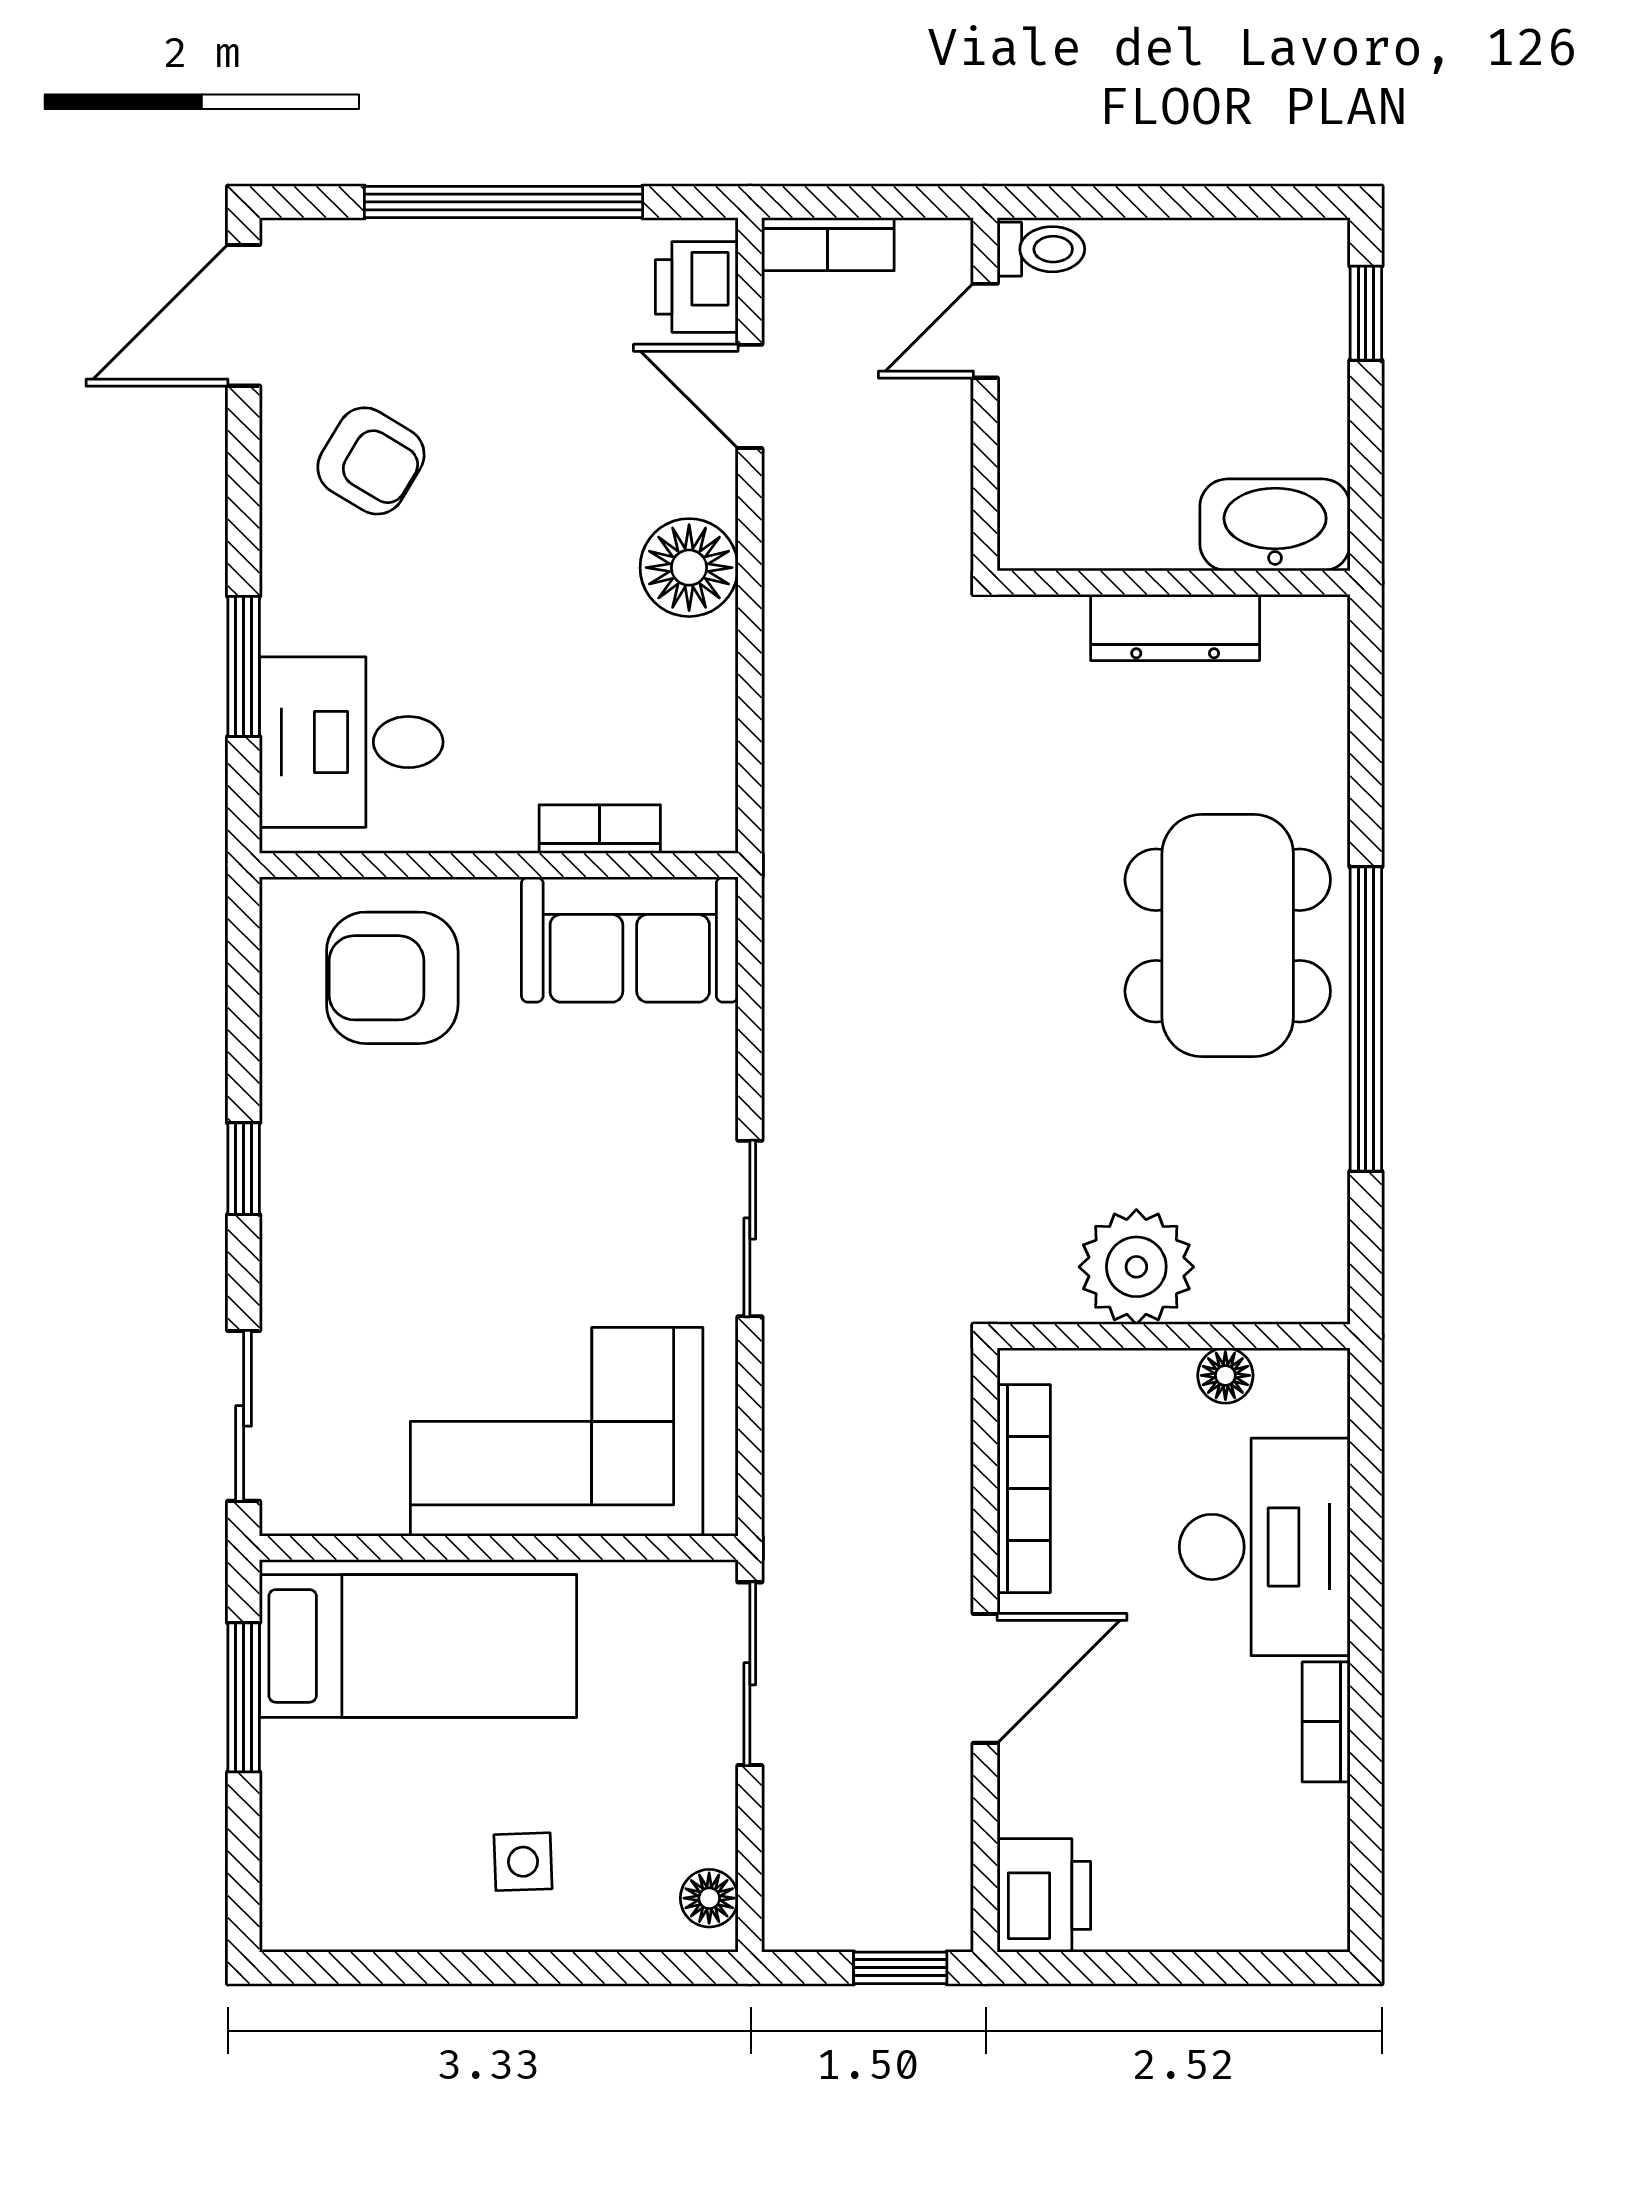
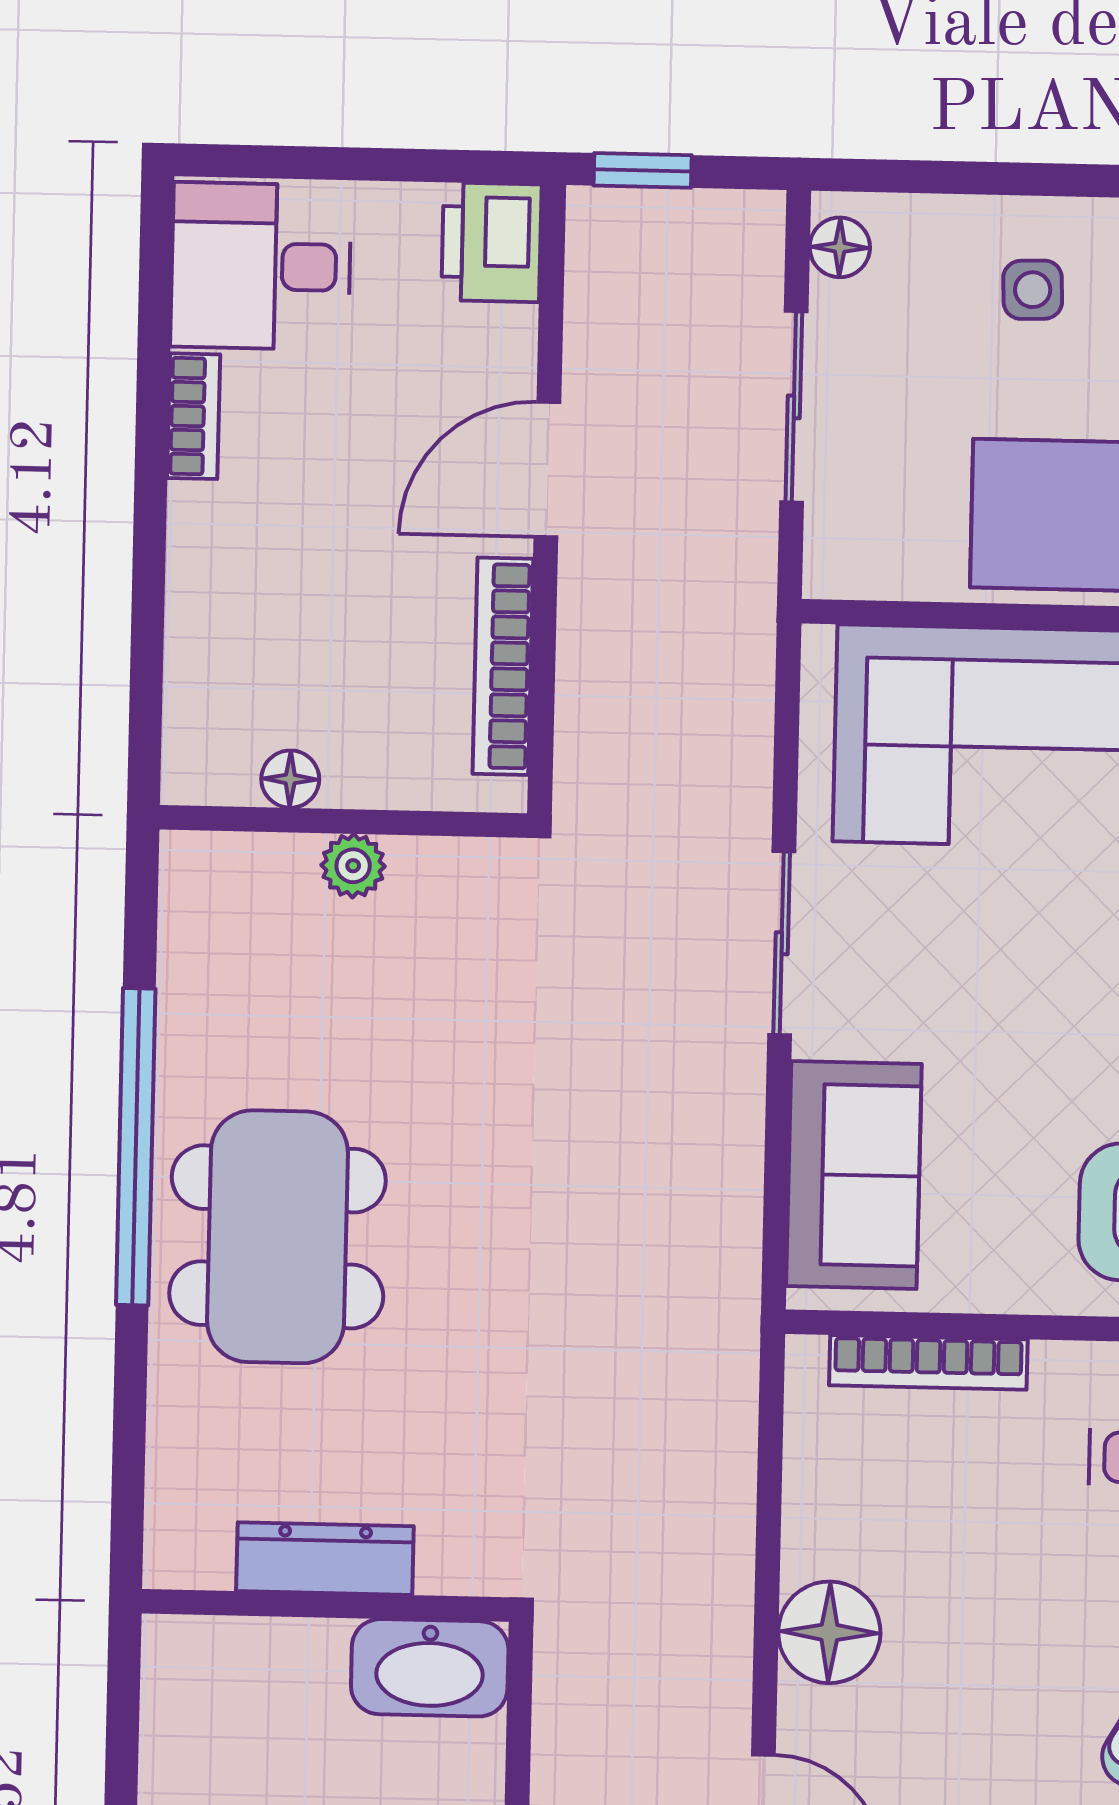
washbasin: (1275, 525) -> (430, 1668), moved
bookcase: (600, 829) -> (928, 1362), width x1.56
sofa: (630, 940) -> (854, 1175), moved, turned 90
plant: (1136, 1267) -> (353, 866), width x0.53, depth x0.53
desk: (1265, 1547) -> (261, 266), moved, width x0.73
sliding door: (750, 1674) -> (794, 407), moved

